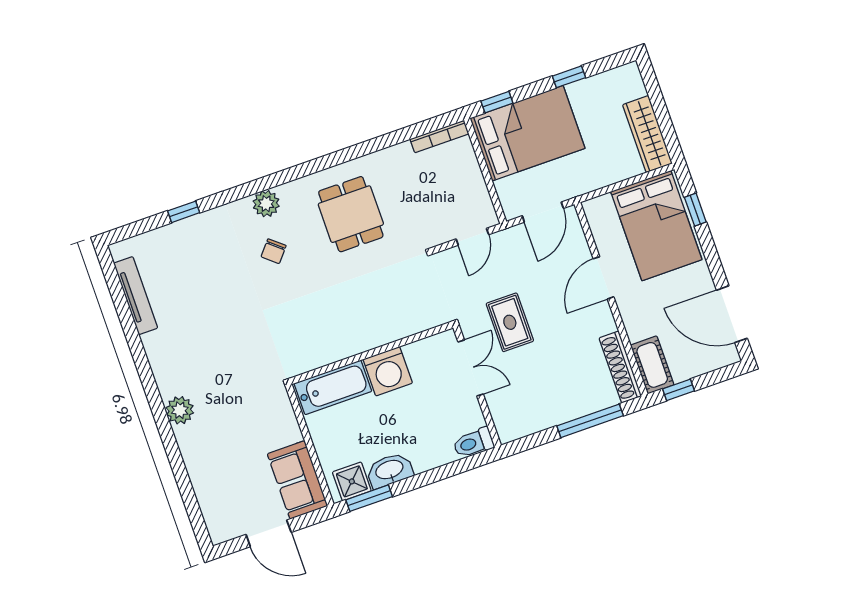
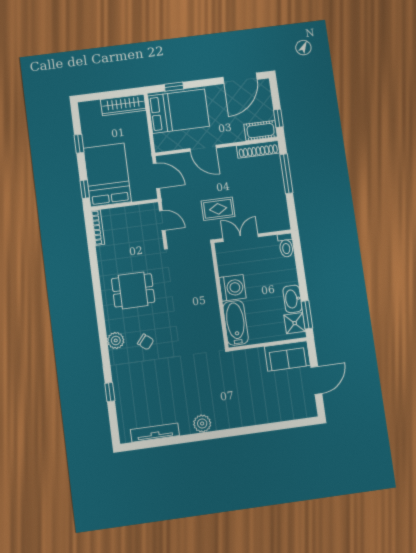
plant: (180, 410) -> (202, 423), moved

